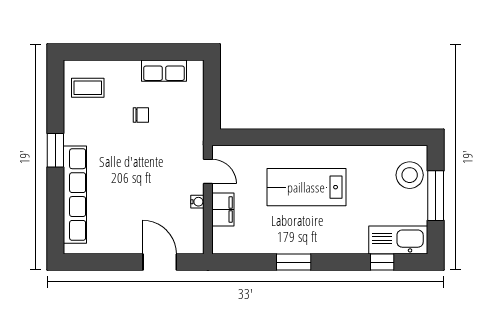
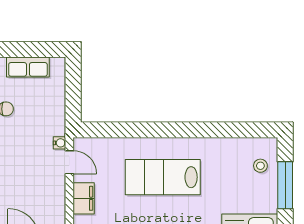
stool: (410, 175) -> (260, 166), width x0.53, depth x0.53
water cooler: (197, 202) -> (60, 143), moved

